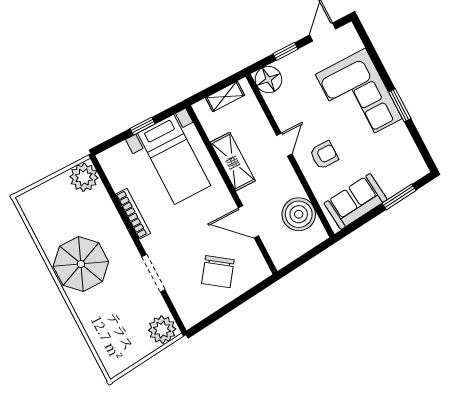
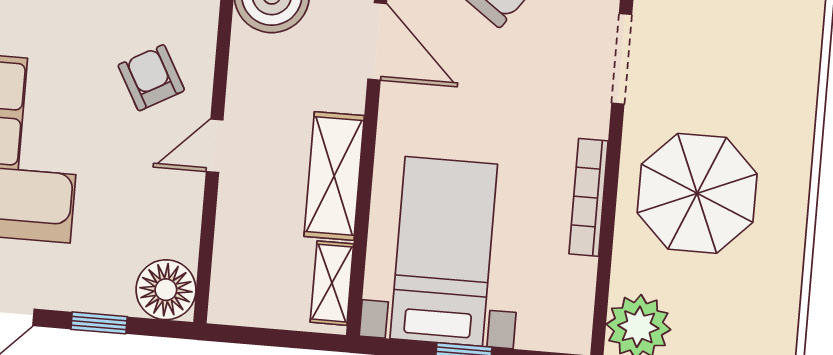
shelving: (225, 96) -> (332, 283), moved, turned 90
armchair: (324, 155) -> (151, 78), turned 61
parasol: (81, 264) -> (697, 193), moved

